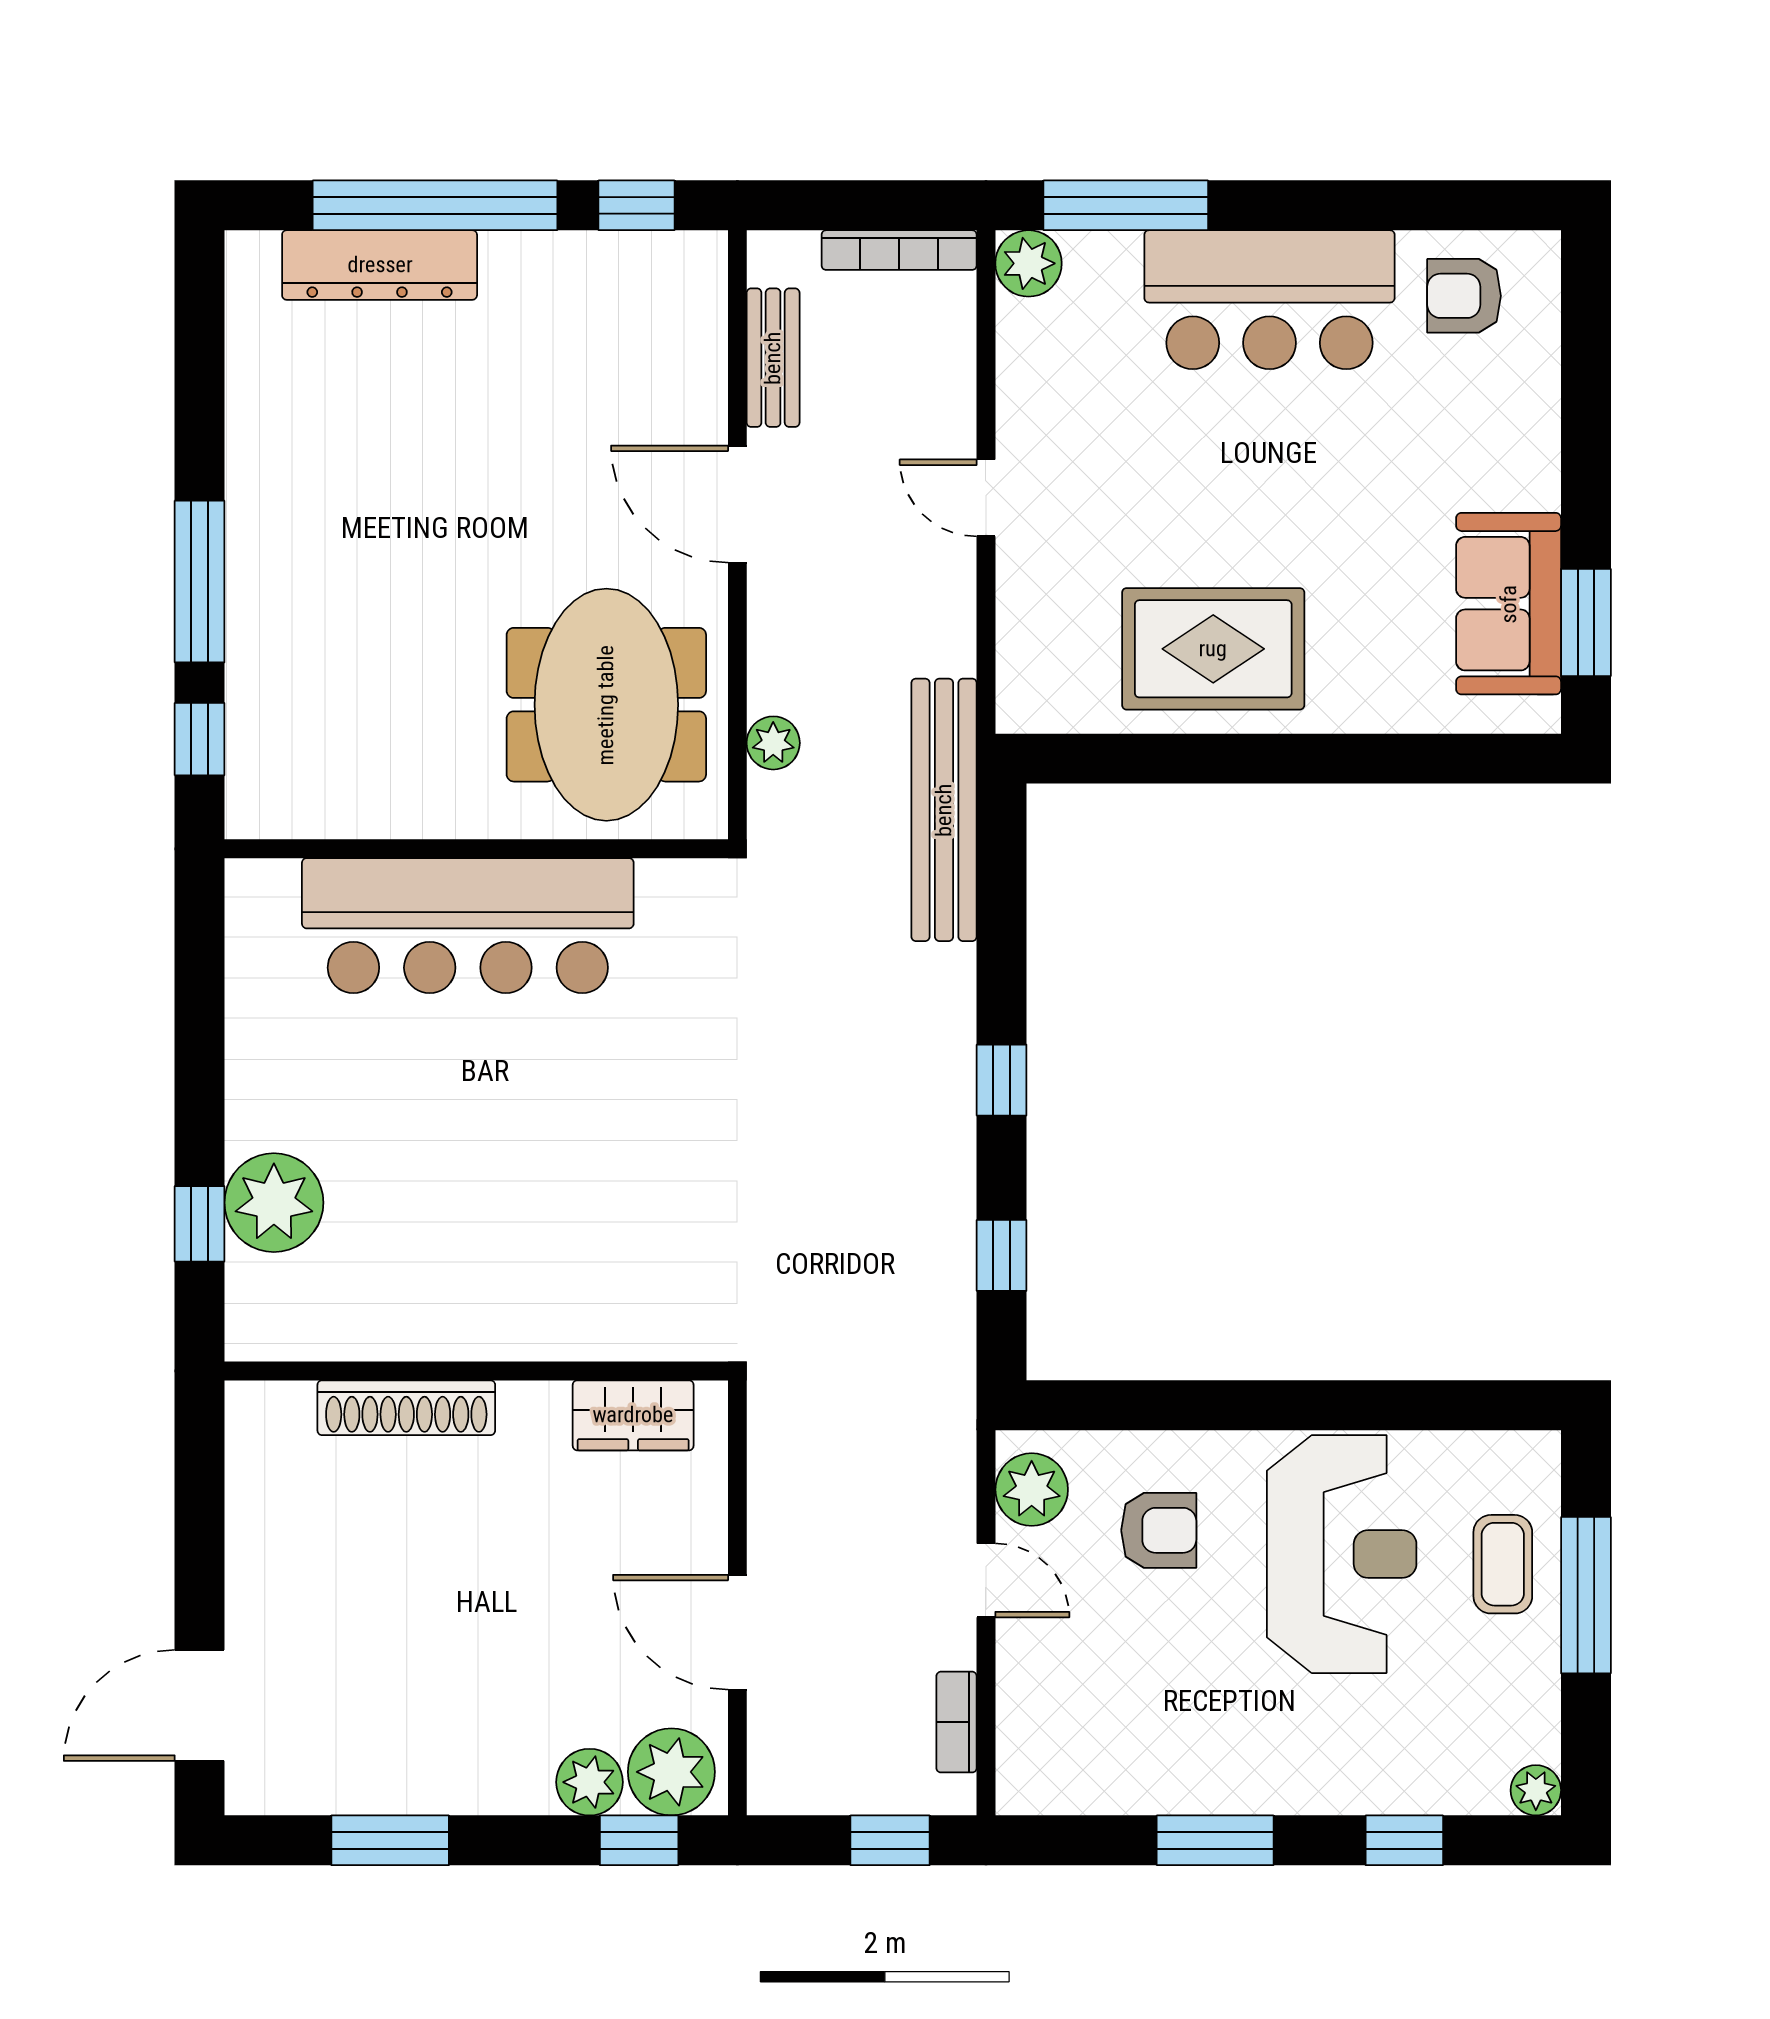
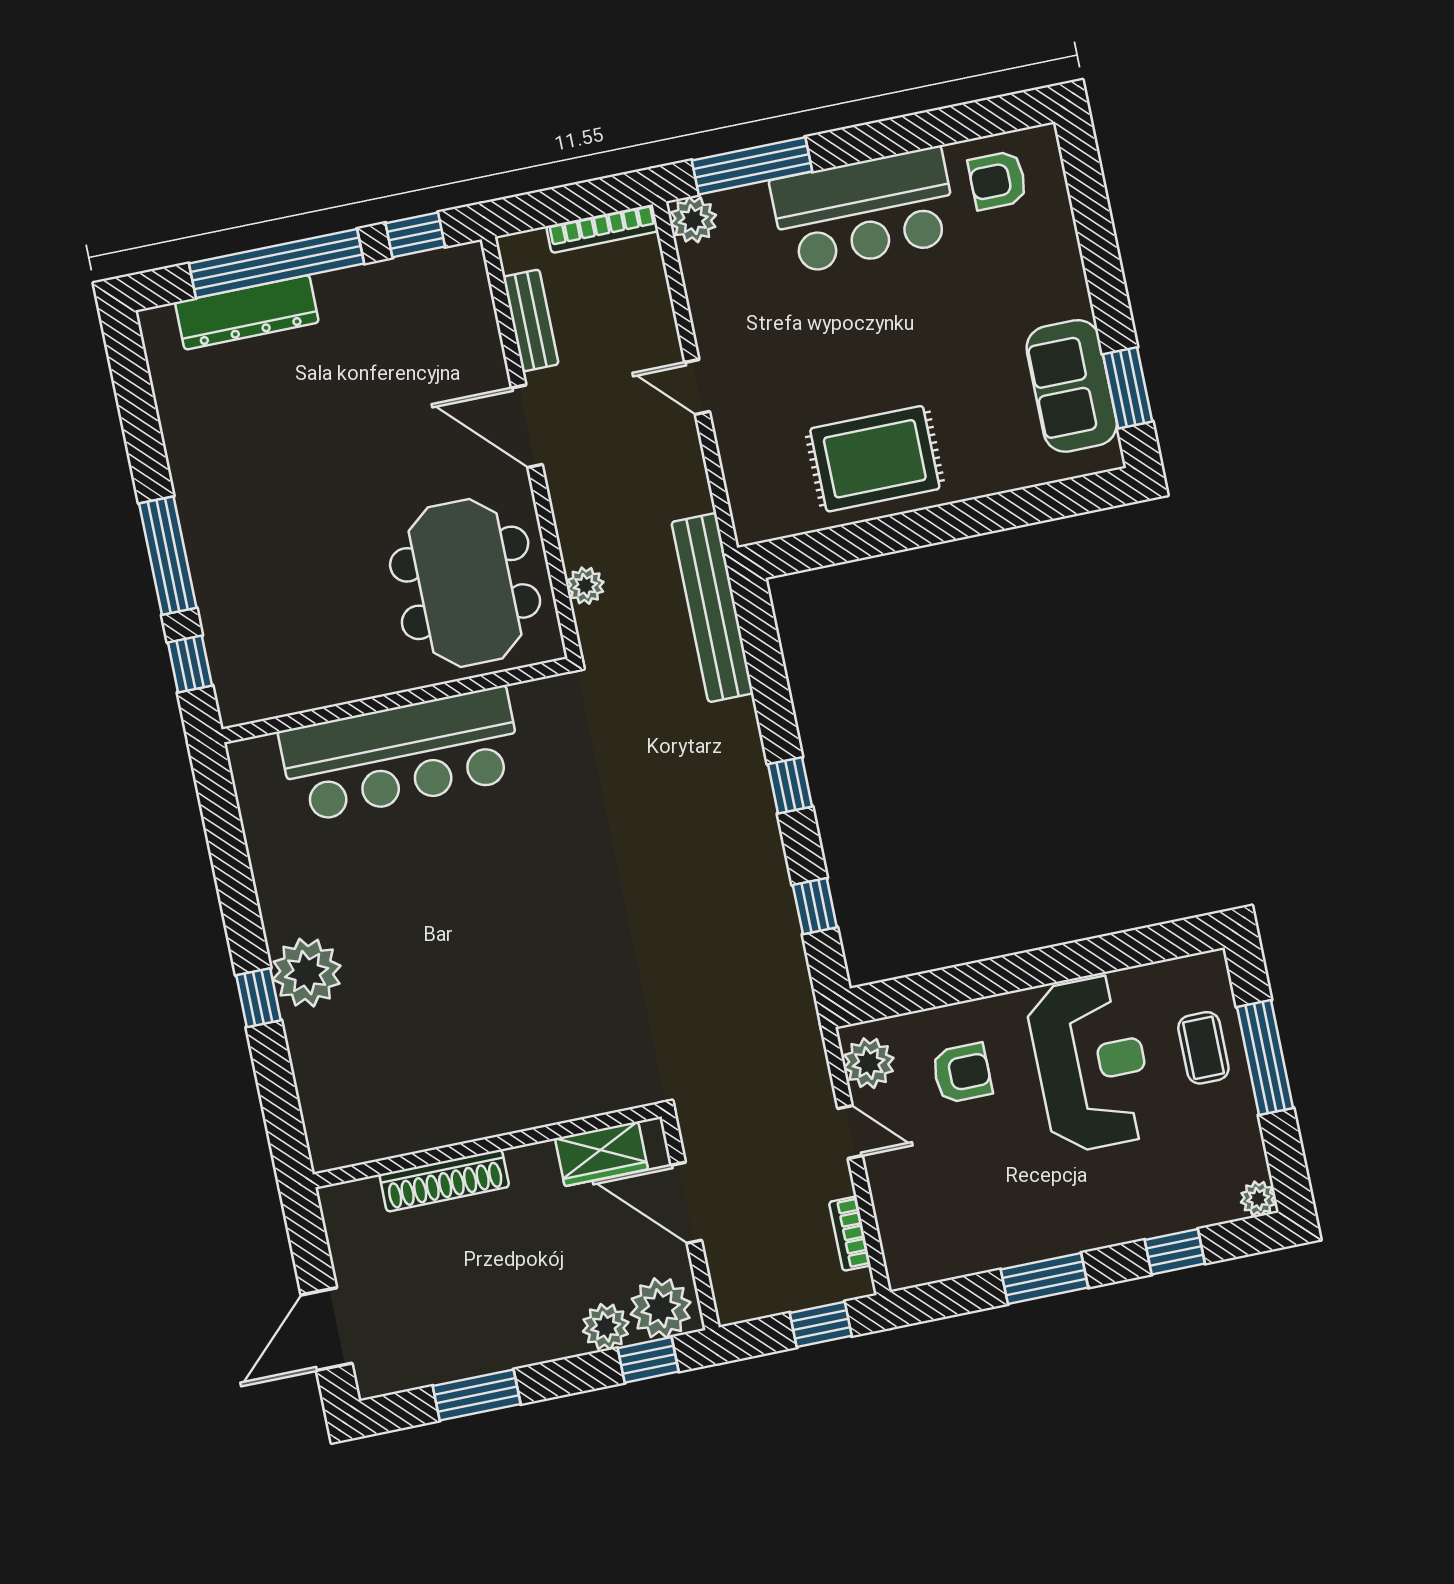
wall: (476, 1371) -> (487, 1145), moved
shoe rack: (406, 1408) -> (444, 1181), moved
wardrobe: (633, 1415) -> (601, 1154), moved

